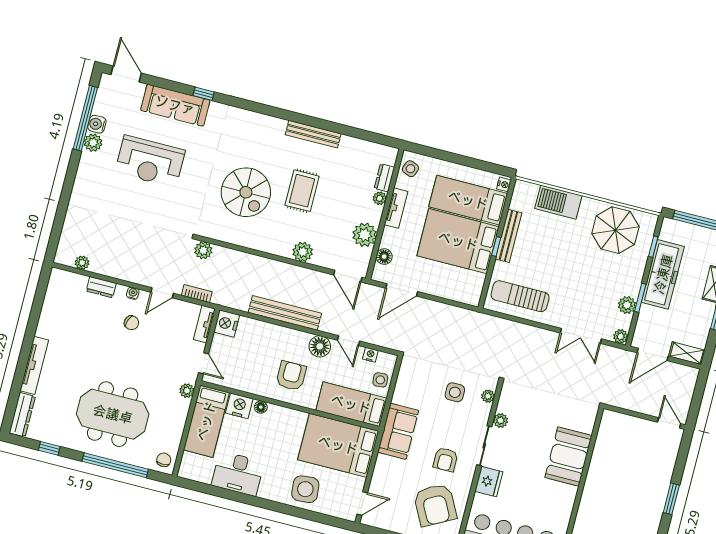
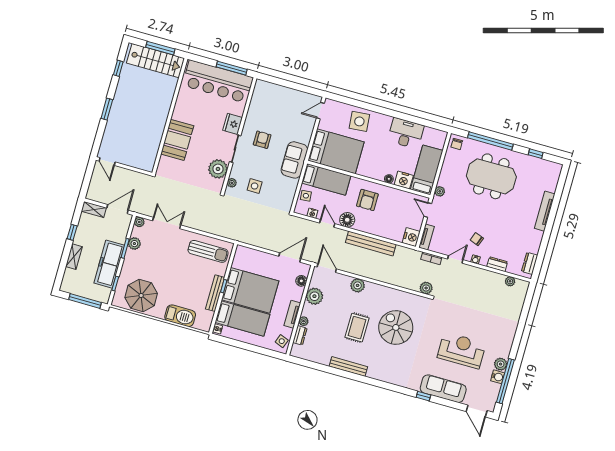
dresser: (22, 415) -> (530, 263), moved, width x0.70
plant: (501, 420) -> (218, 169), width x1.88, depth x1.88
armchair: (435, 505) -> (270, 109), removed

